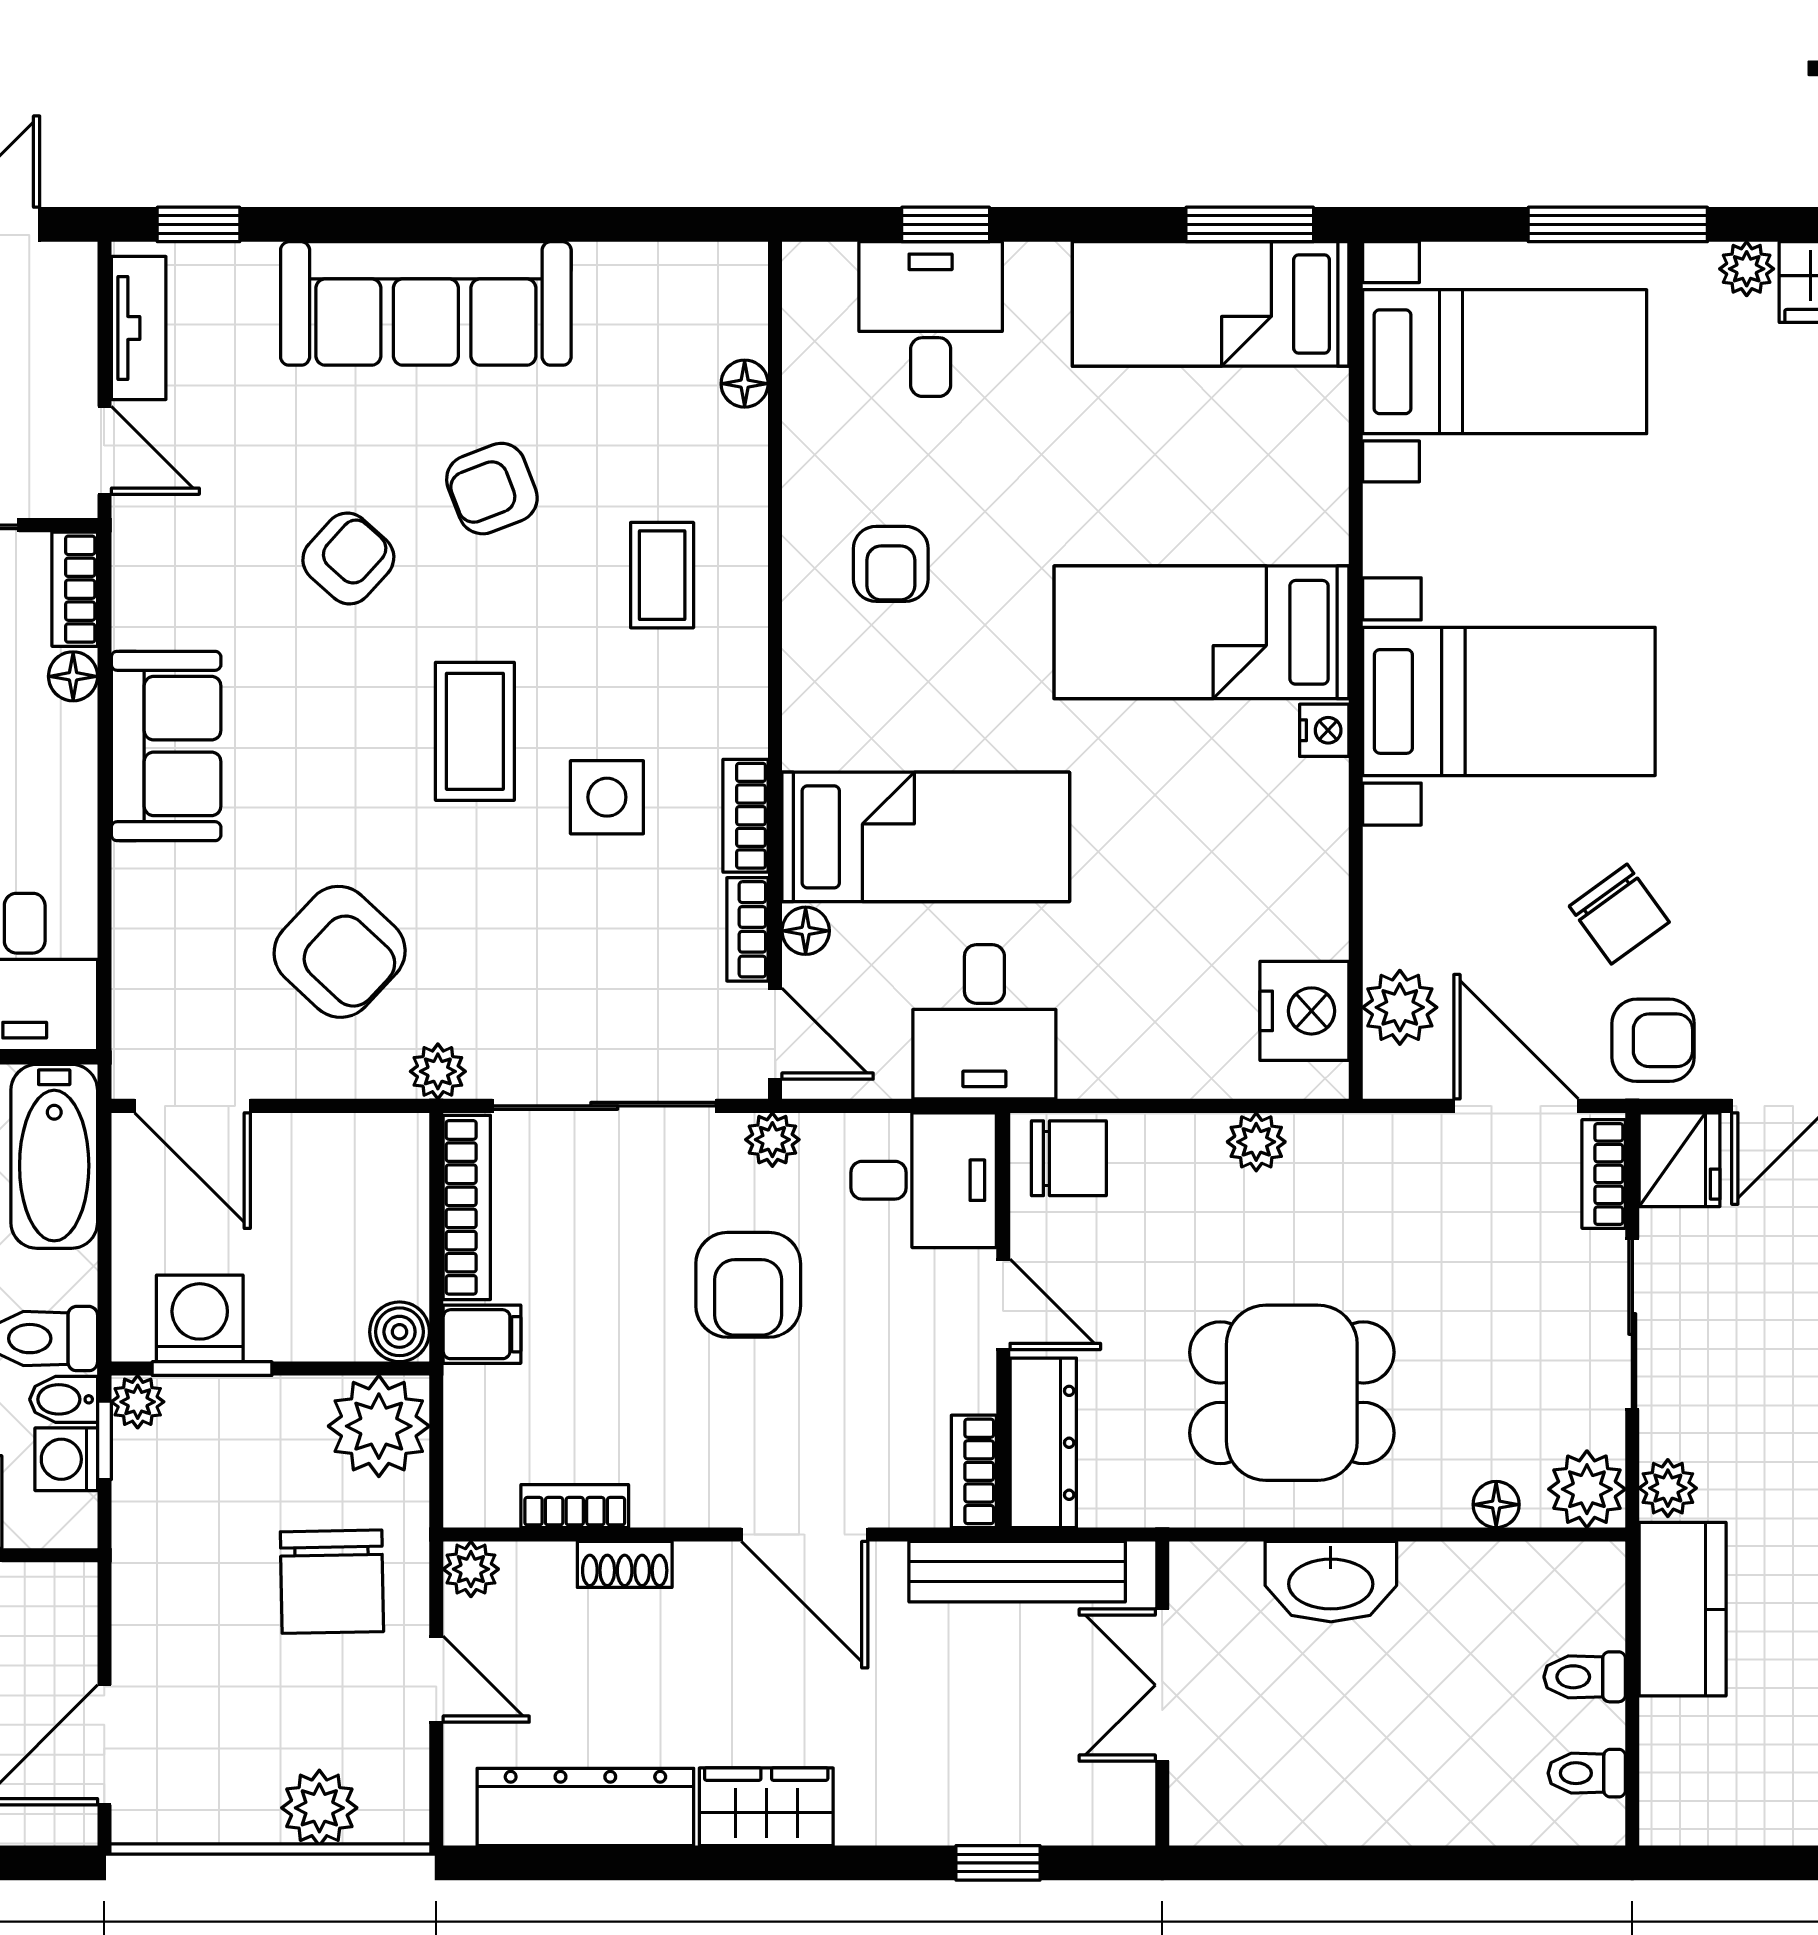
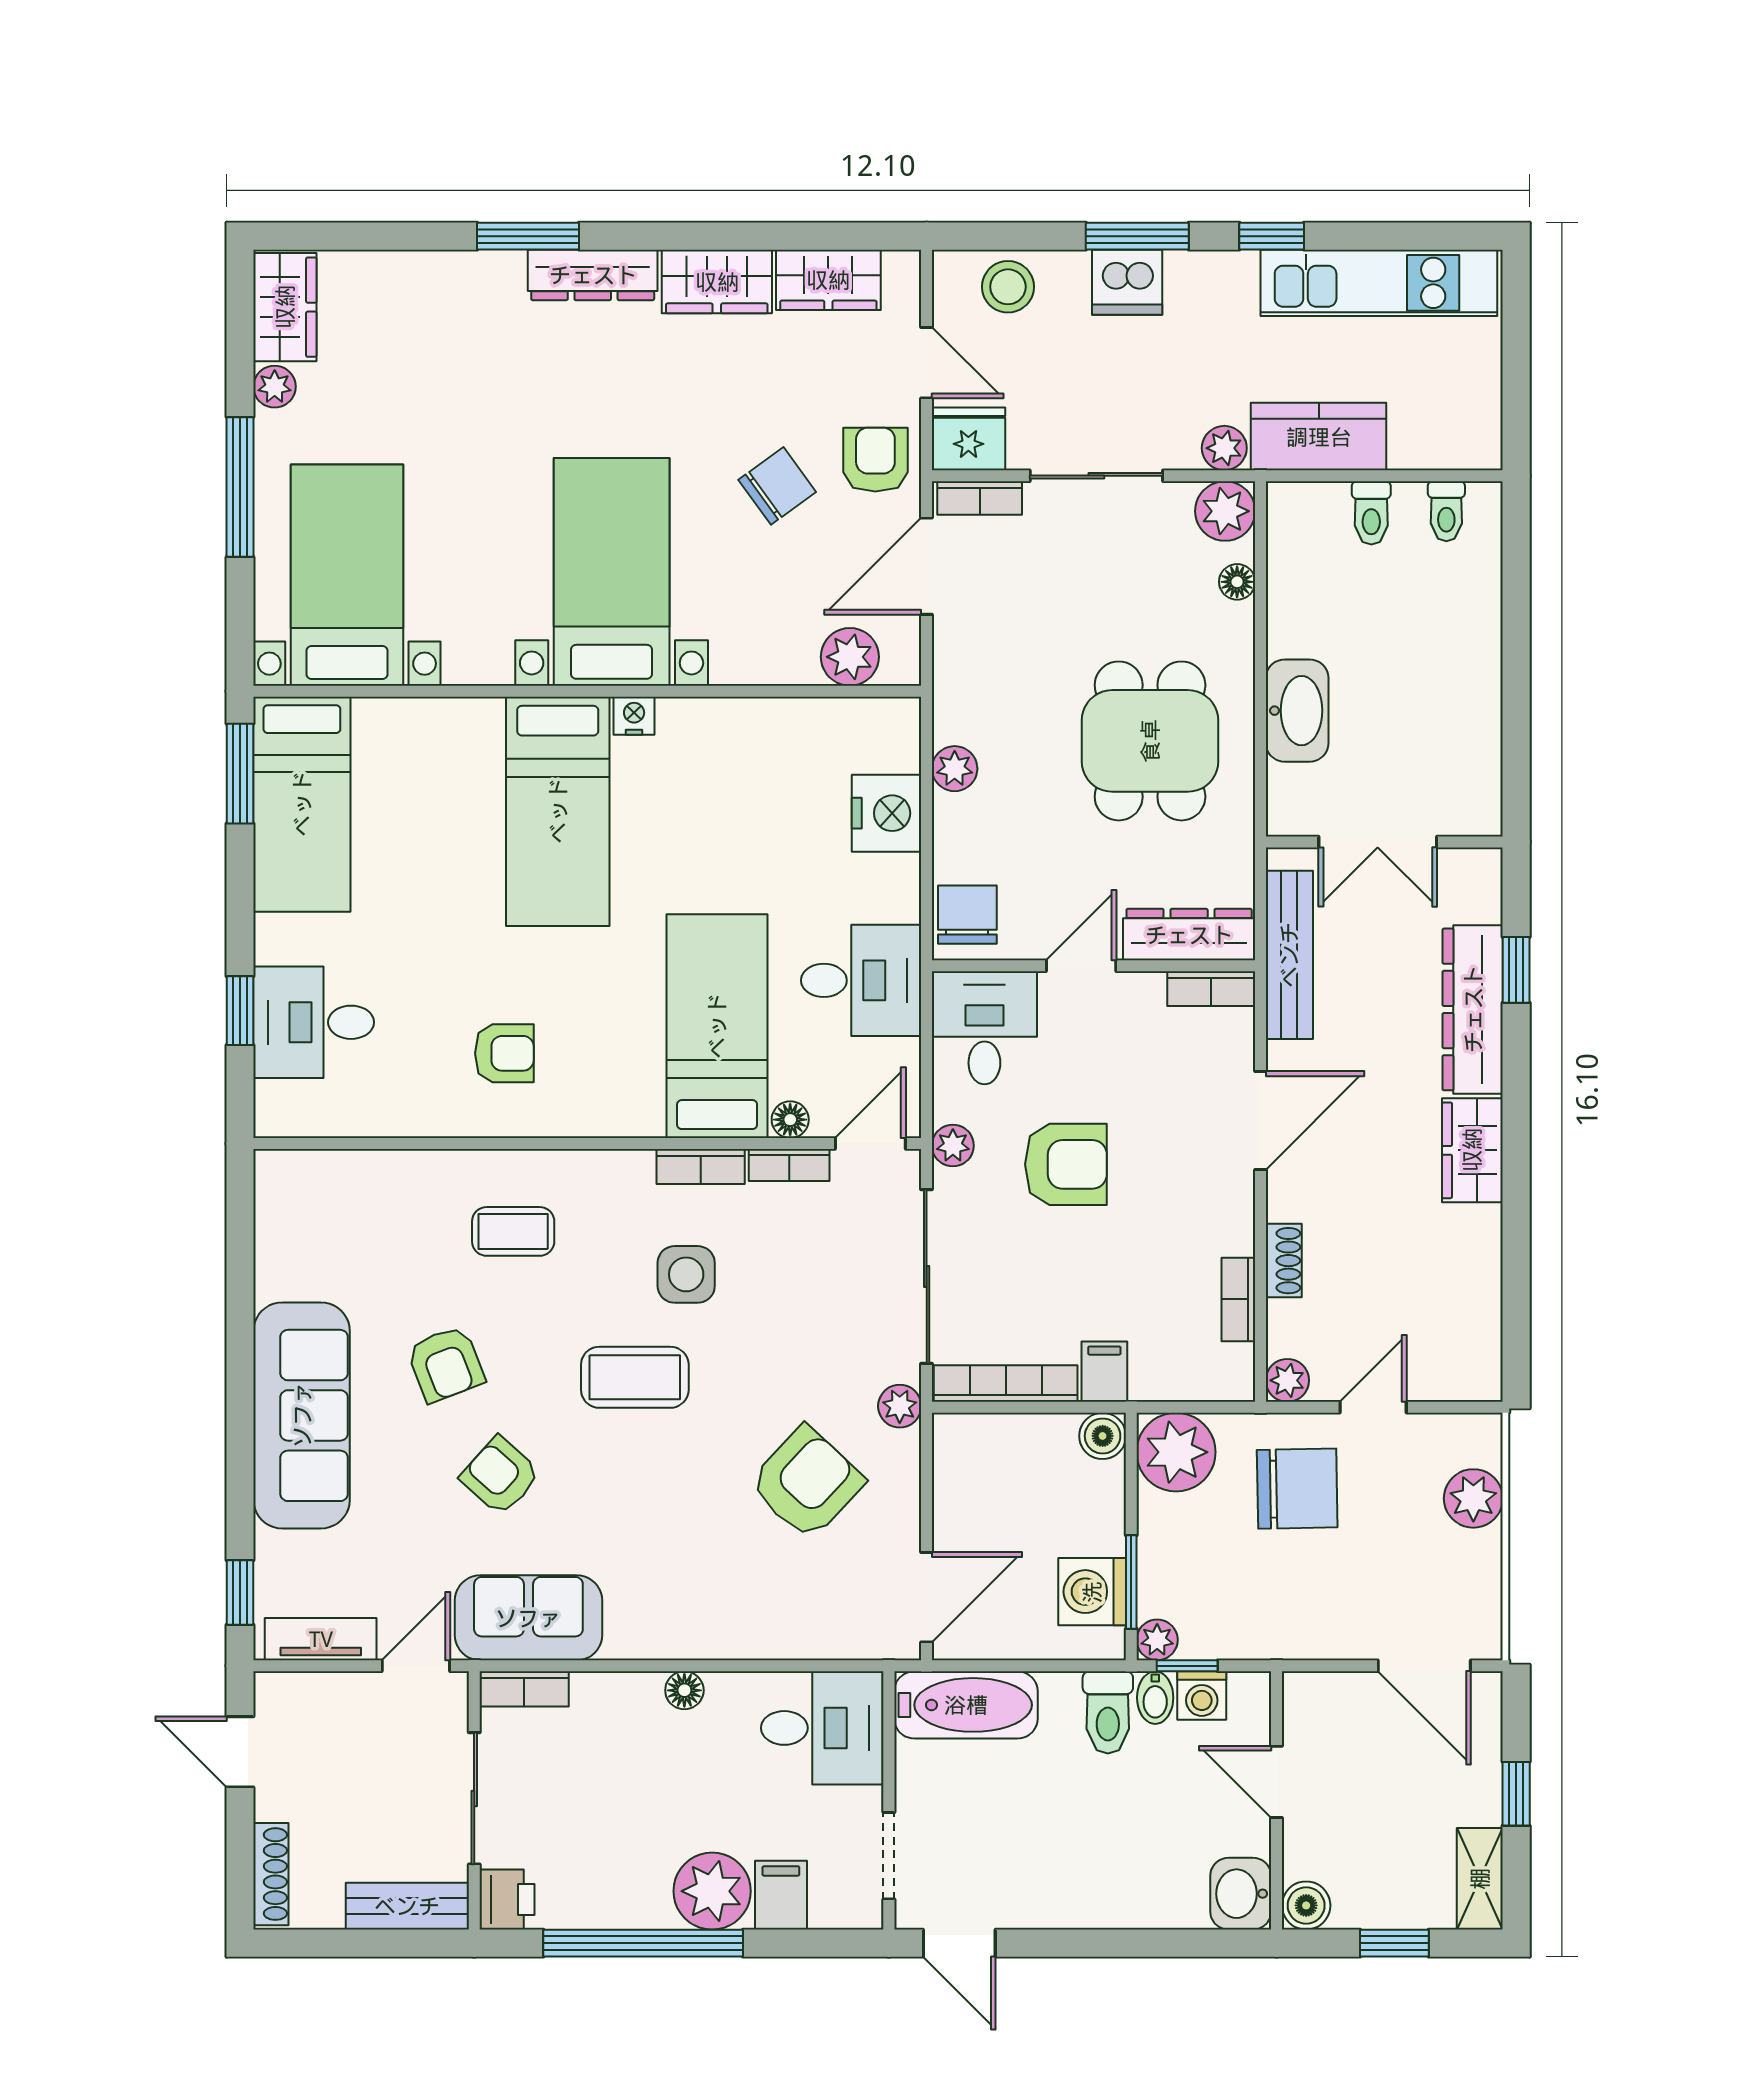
floor lamp: (745, 384) -> (364, 1167), removed
floor lamp: (73, 676) -> (684, 1690), moved
sofa: (166, 746) -> (528, 1618), moved
nightstand: (1304, 1011) -> (887, 813), moved, turned 90
dresser: (585, 1807) -> (1473, 1009), moved

